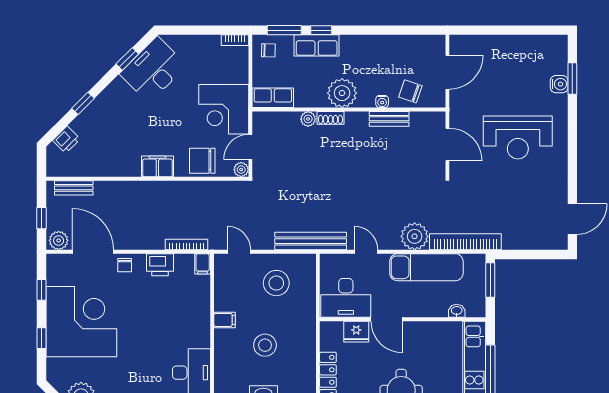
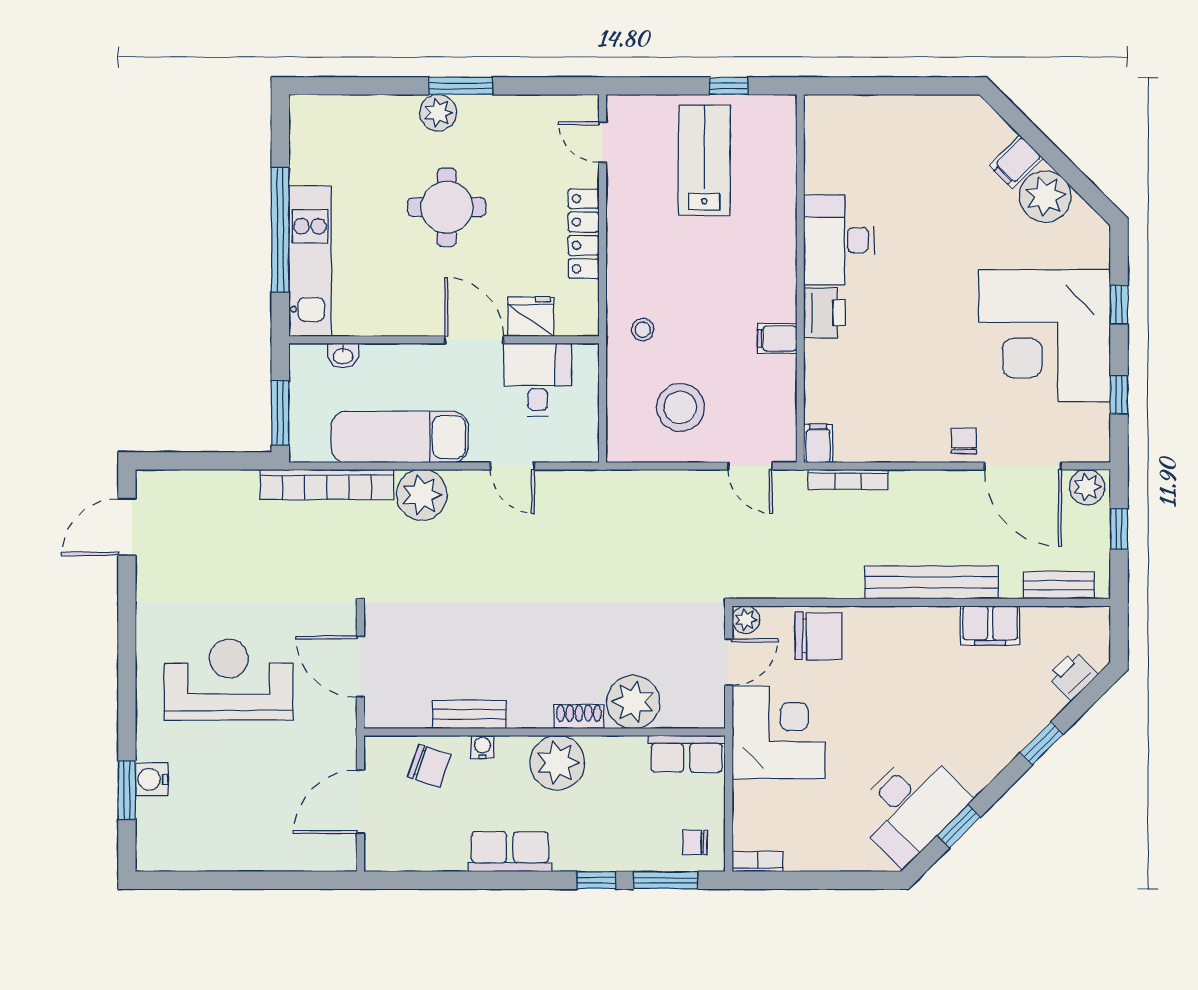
row of seats: (317, 45) -> (510, 852), moved
plant: (308, 119) -> (633, 702), width x1.87, depth x1.87
filing cabinet: (157, 166) -> (990, 626), moved
bench: (311, 241) -> (931, 582), moved
printer: (160, 265) -> (824, 313), moved, turned 90
desk: (346, 298) -> (538, 380), width x0.73
stool: (265, 345) -> (643, 330), moved, width x0.53, depth x0.53

